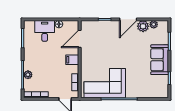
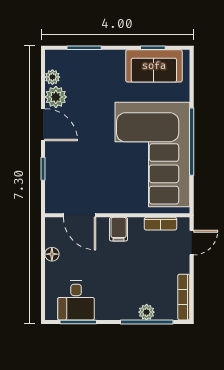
desk: (45, 31) -> (76, 300), moved, turned -90
sofa: (160, 60) -> (154, 66), moved
corner sofa: (105, 83) -> (152, 154), width x1.36, depth x1.36

